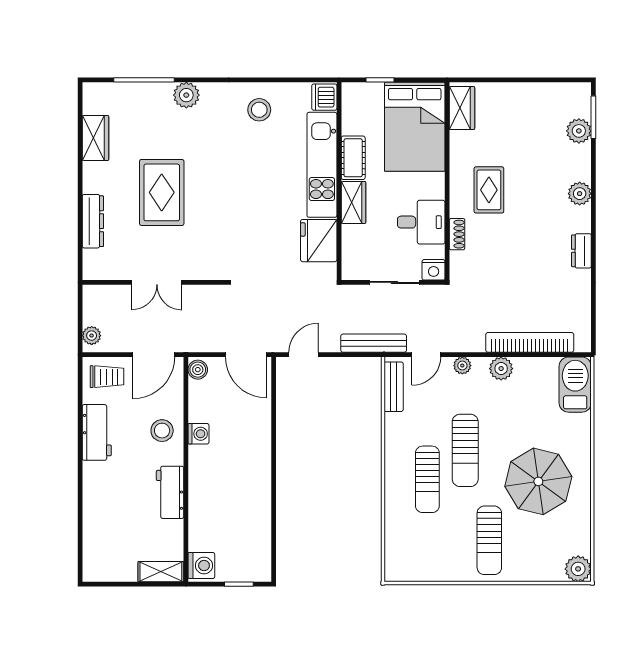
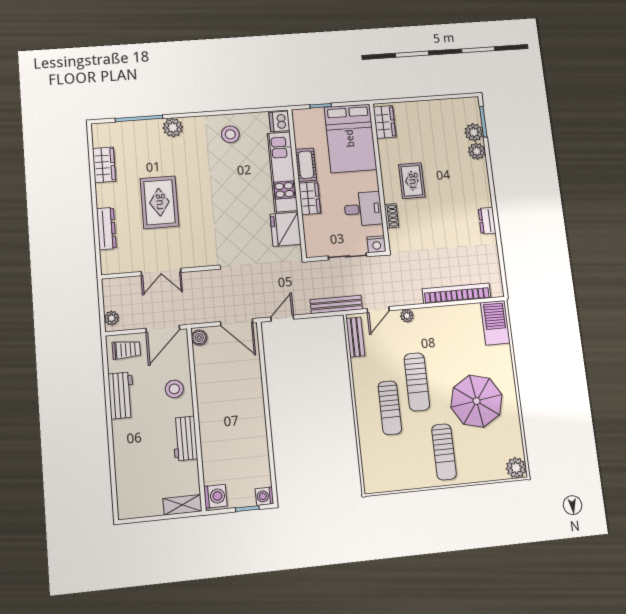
plant: (580, 194) -> (477, 151), moved
plant: (501, 369) -> (437, 315), removed
washing machine: (199, 434) -> (264, 496), moved, turned 180

